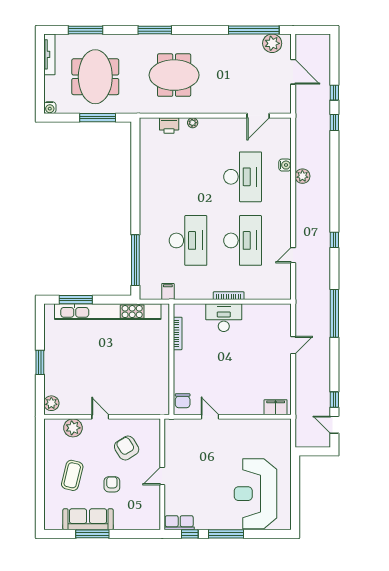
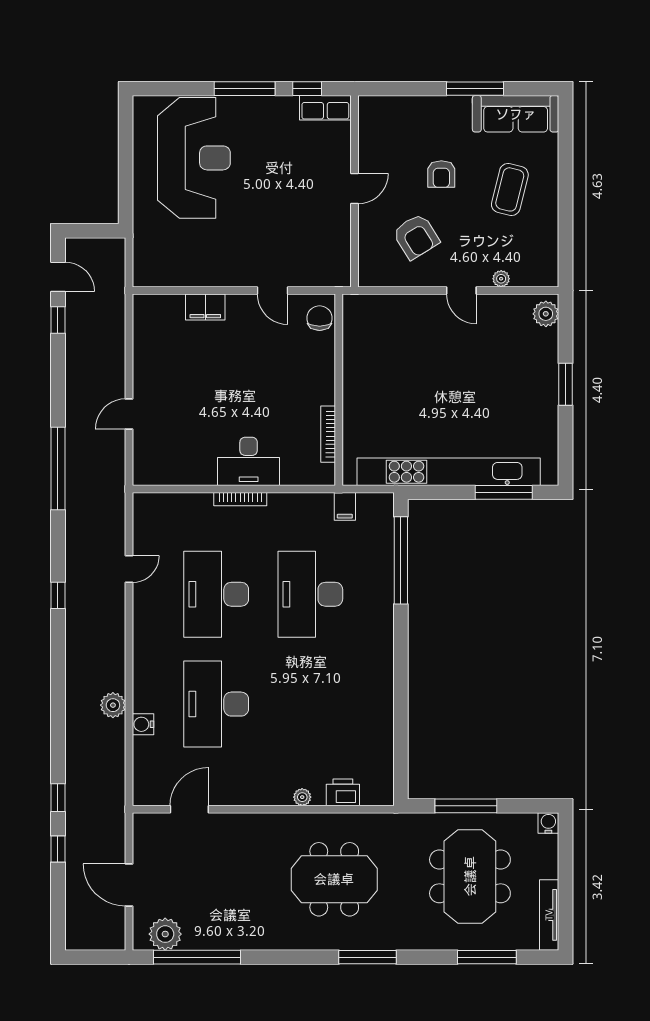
filing cabinet: (276, 407) -> (205, 307), moved
plant: (73, 428) -> (501, 279), width x0.53, depth x0.53
sofa: (88, 519) -> (516, 114), moved

